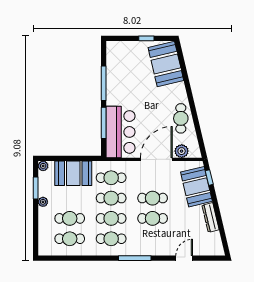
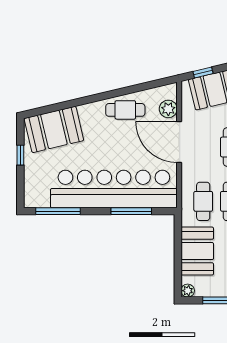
window: (104, 83) -> (58, 211), moved
bar counter: (121, 132) -> (114, 189), width x1.86

